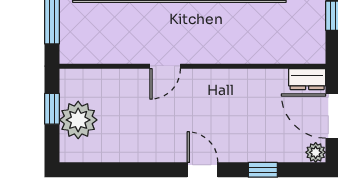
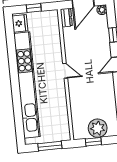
door: (165, 66) -> (65, 71), moved

